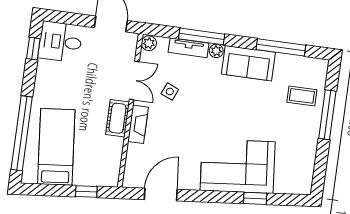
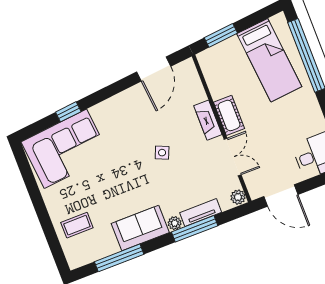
double door: (134, 80) -> (233, 157), swing flipped
side table: (170, 92) -> (162, 153), moved
window: (327, 115) -> (45, 221), removed
corner sofa: (238, 166) -> (65, 149), moved
window: (86, 192) -> (221, 35), width x1.50

